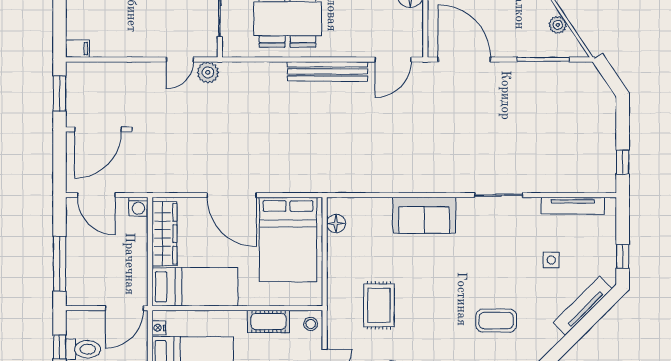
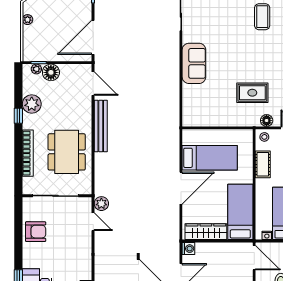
floor lamp: (336, 223) -> (267, 121), moved
bed: (288, 239) -> (210, 158), width x0.67

